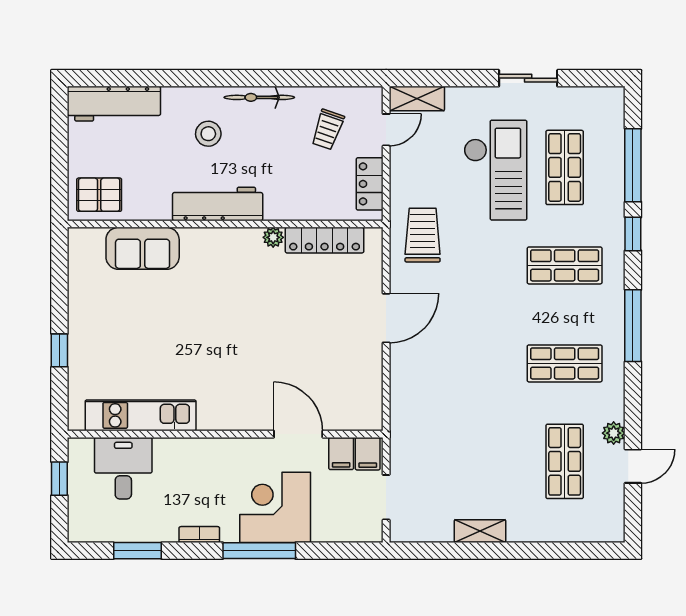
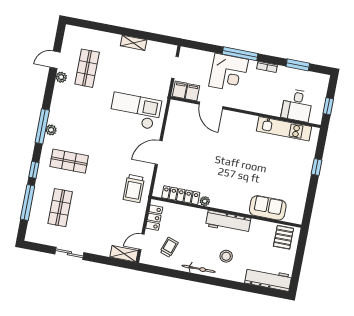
checkout: (495, 170) -> (135, 111), moved, turned 90
pallet: (99, 195) -> (283, 237), turned 90
plant: (614, 322) -> (51, 130), added
shop shelf: (565, 363) -> (78, 115), removed

